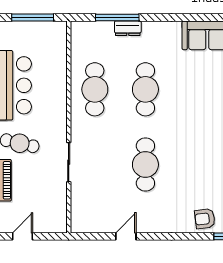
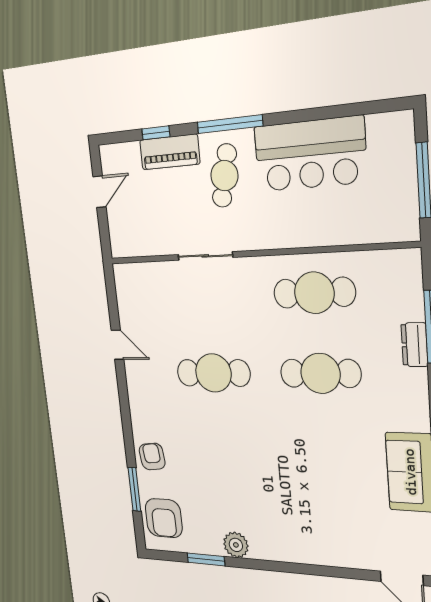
door: (23, 236) -> (99, 192), hinge flipped

